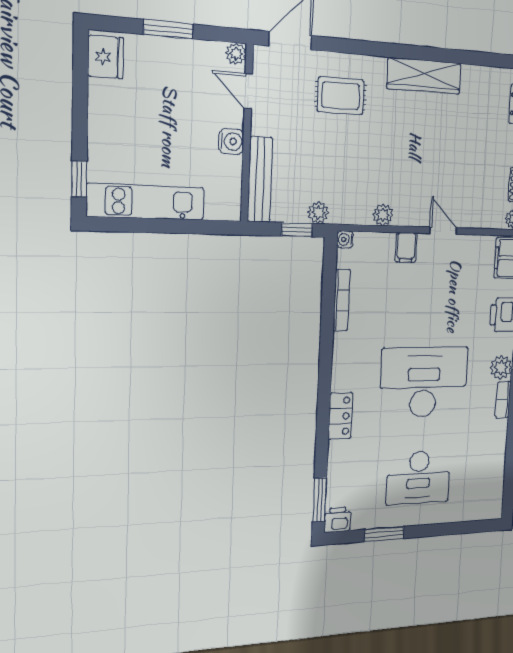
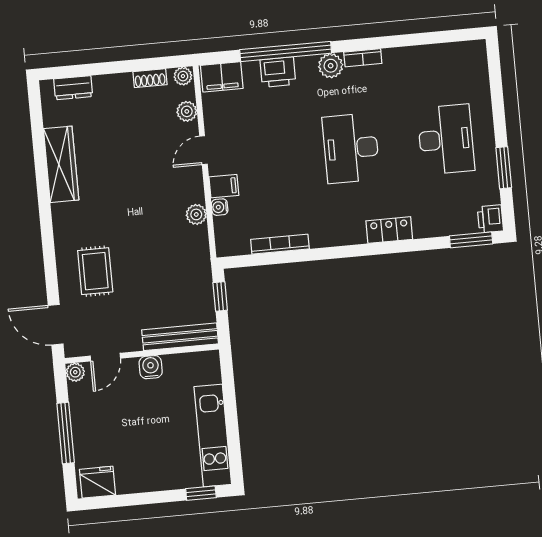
window: (168, 29) -> (66, 433), width x1.44
wardrobe: (424, 76) -> (61, 164), moved
plant: (318, 213) -> (187, 111), moved
water cooler: (345, 239) -> (220, 207), moved, turned 90
desk: (424, 382) -> (351, 148), width x0.73, depth x0.77

